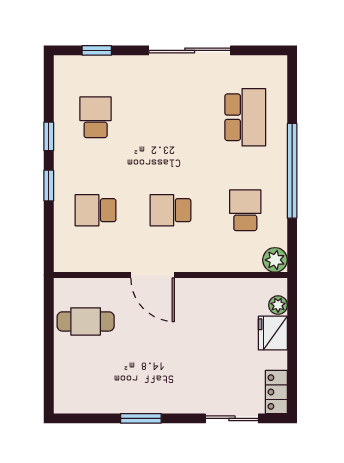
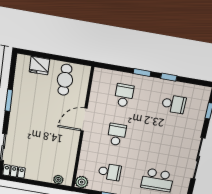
fridge: (273, 333) -> (39, 66), moved, turned 180

